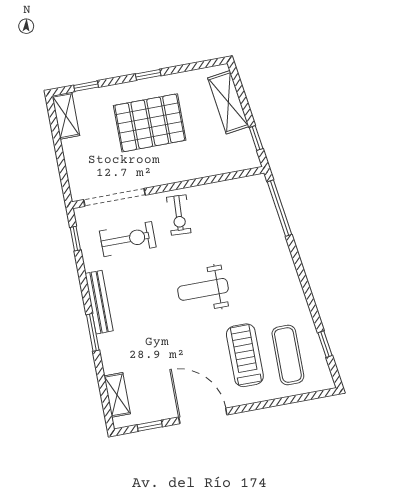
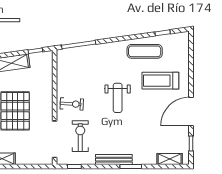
exercise mat: (288, 355) -> (145, 51), moved

